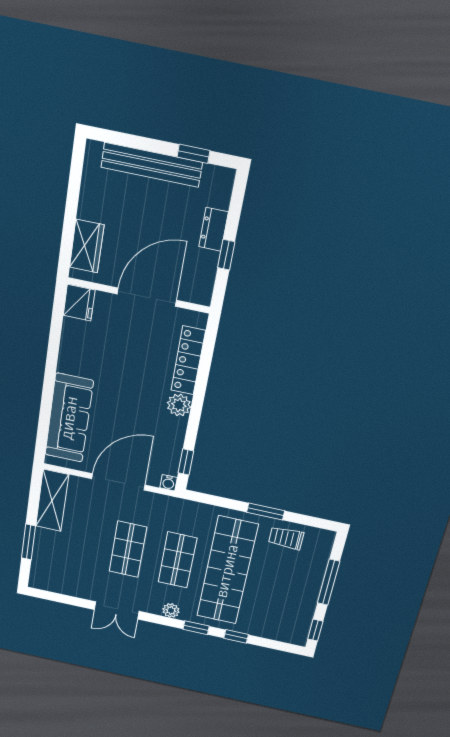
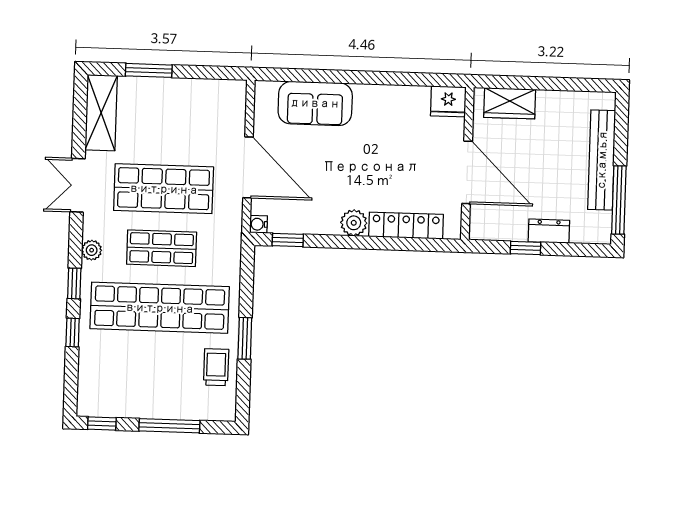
window: (194, 154) -> (619, 200), width x2.17
sofa: (69, 418) -> (315, 103), width x0.73
shelving: (52, 500) -> (101, 113), moved, turned 90
shop shelf: (128, 549) -> (164, 189), width x1.43, depth x1.36

